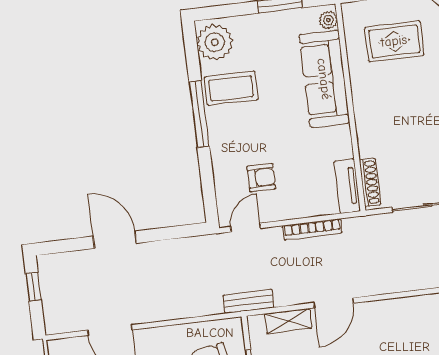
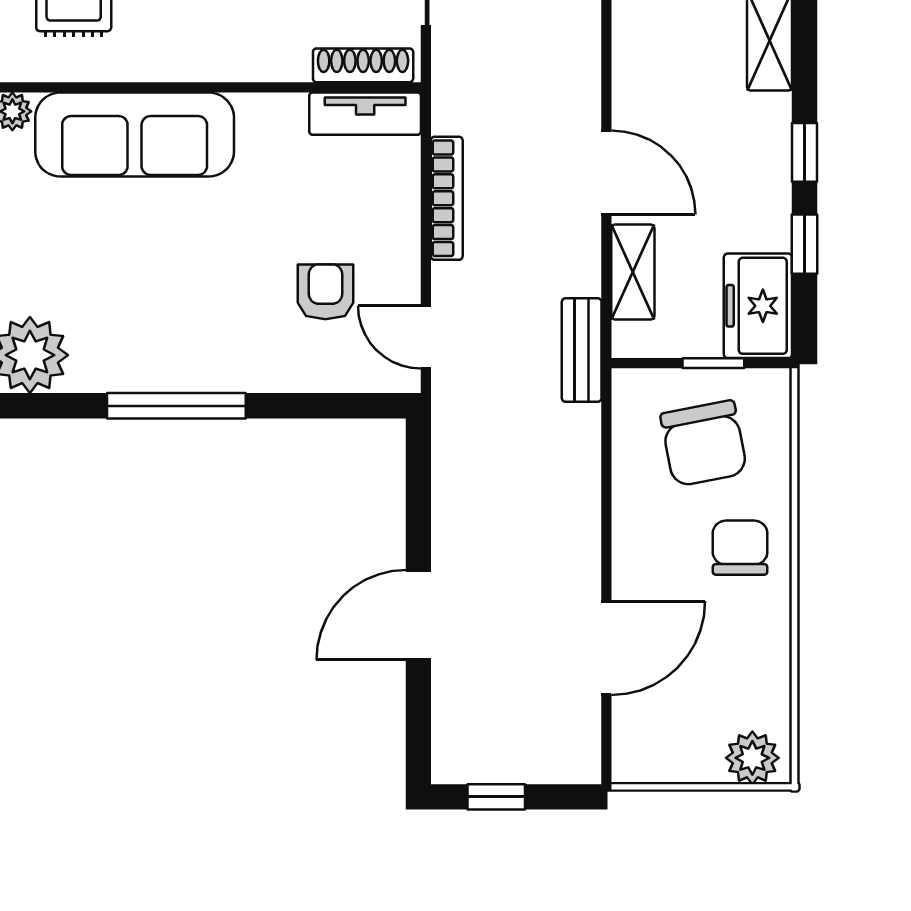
coffee table: (231, 88) -> (131, 332), removed

